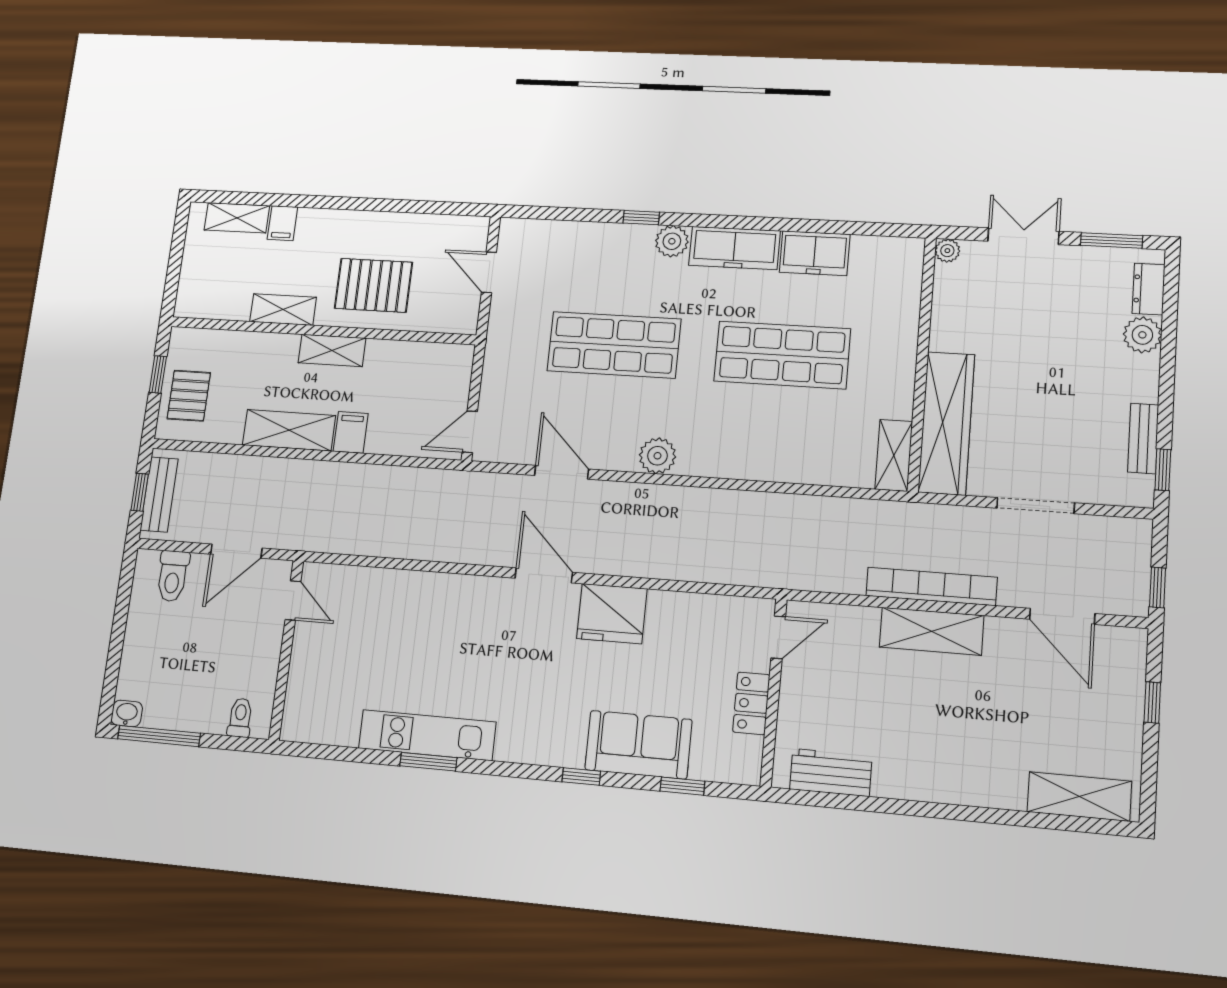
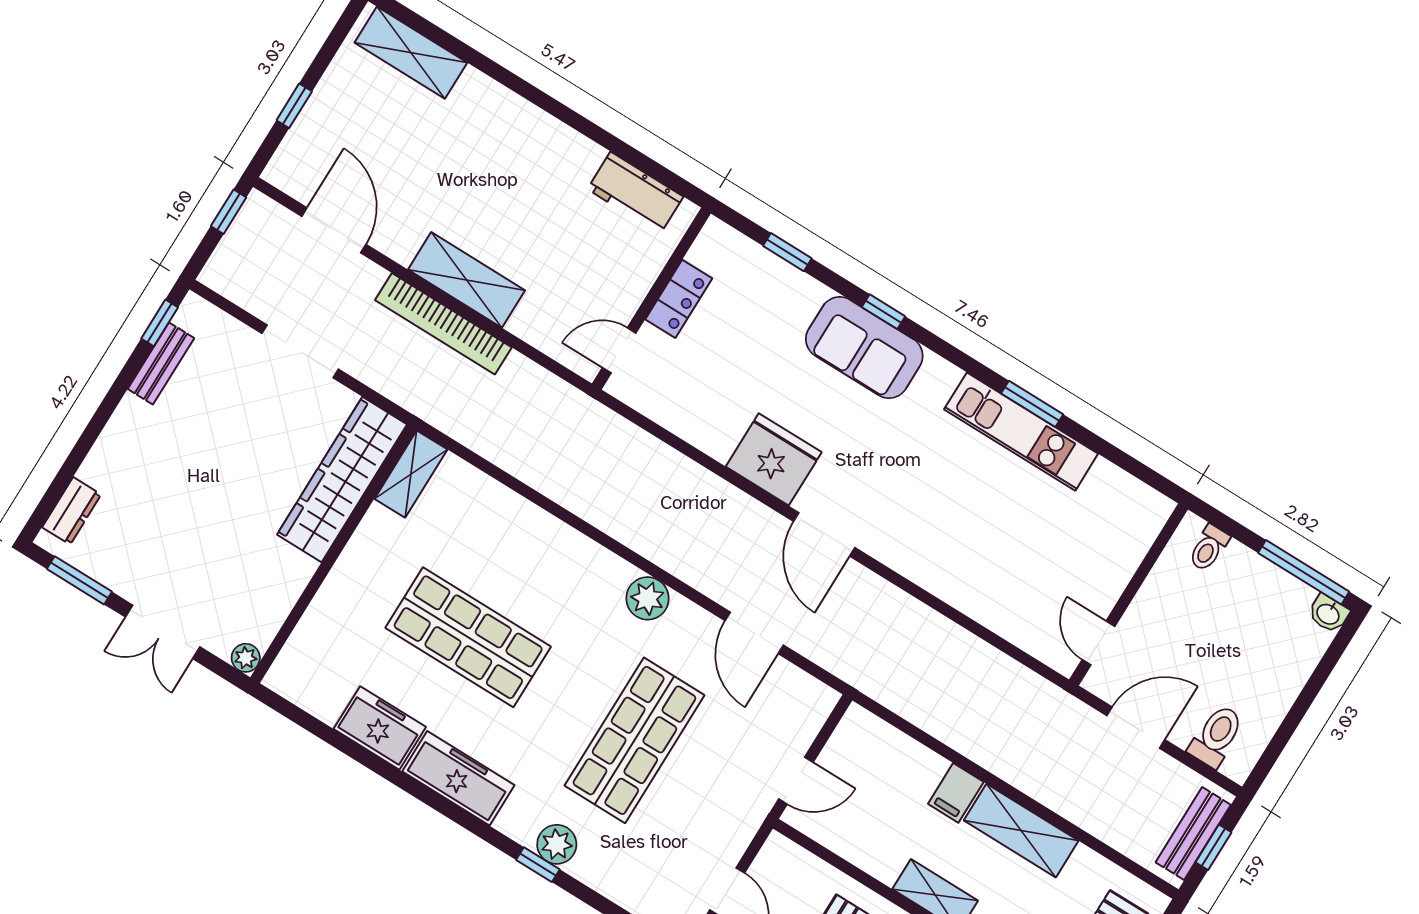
plant: (672, 241) -> (557, 844), moved
plant: (1142, 335) -> (104, 467), removed
shop shelf: (614, 345) -> (634, 740), turned 90
door: (470, 432) -> (796, 781), moved
sofa: (638, 745) -> (864, 348), moved

